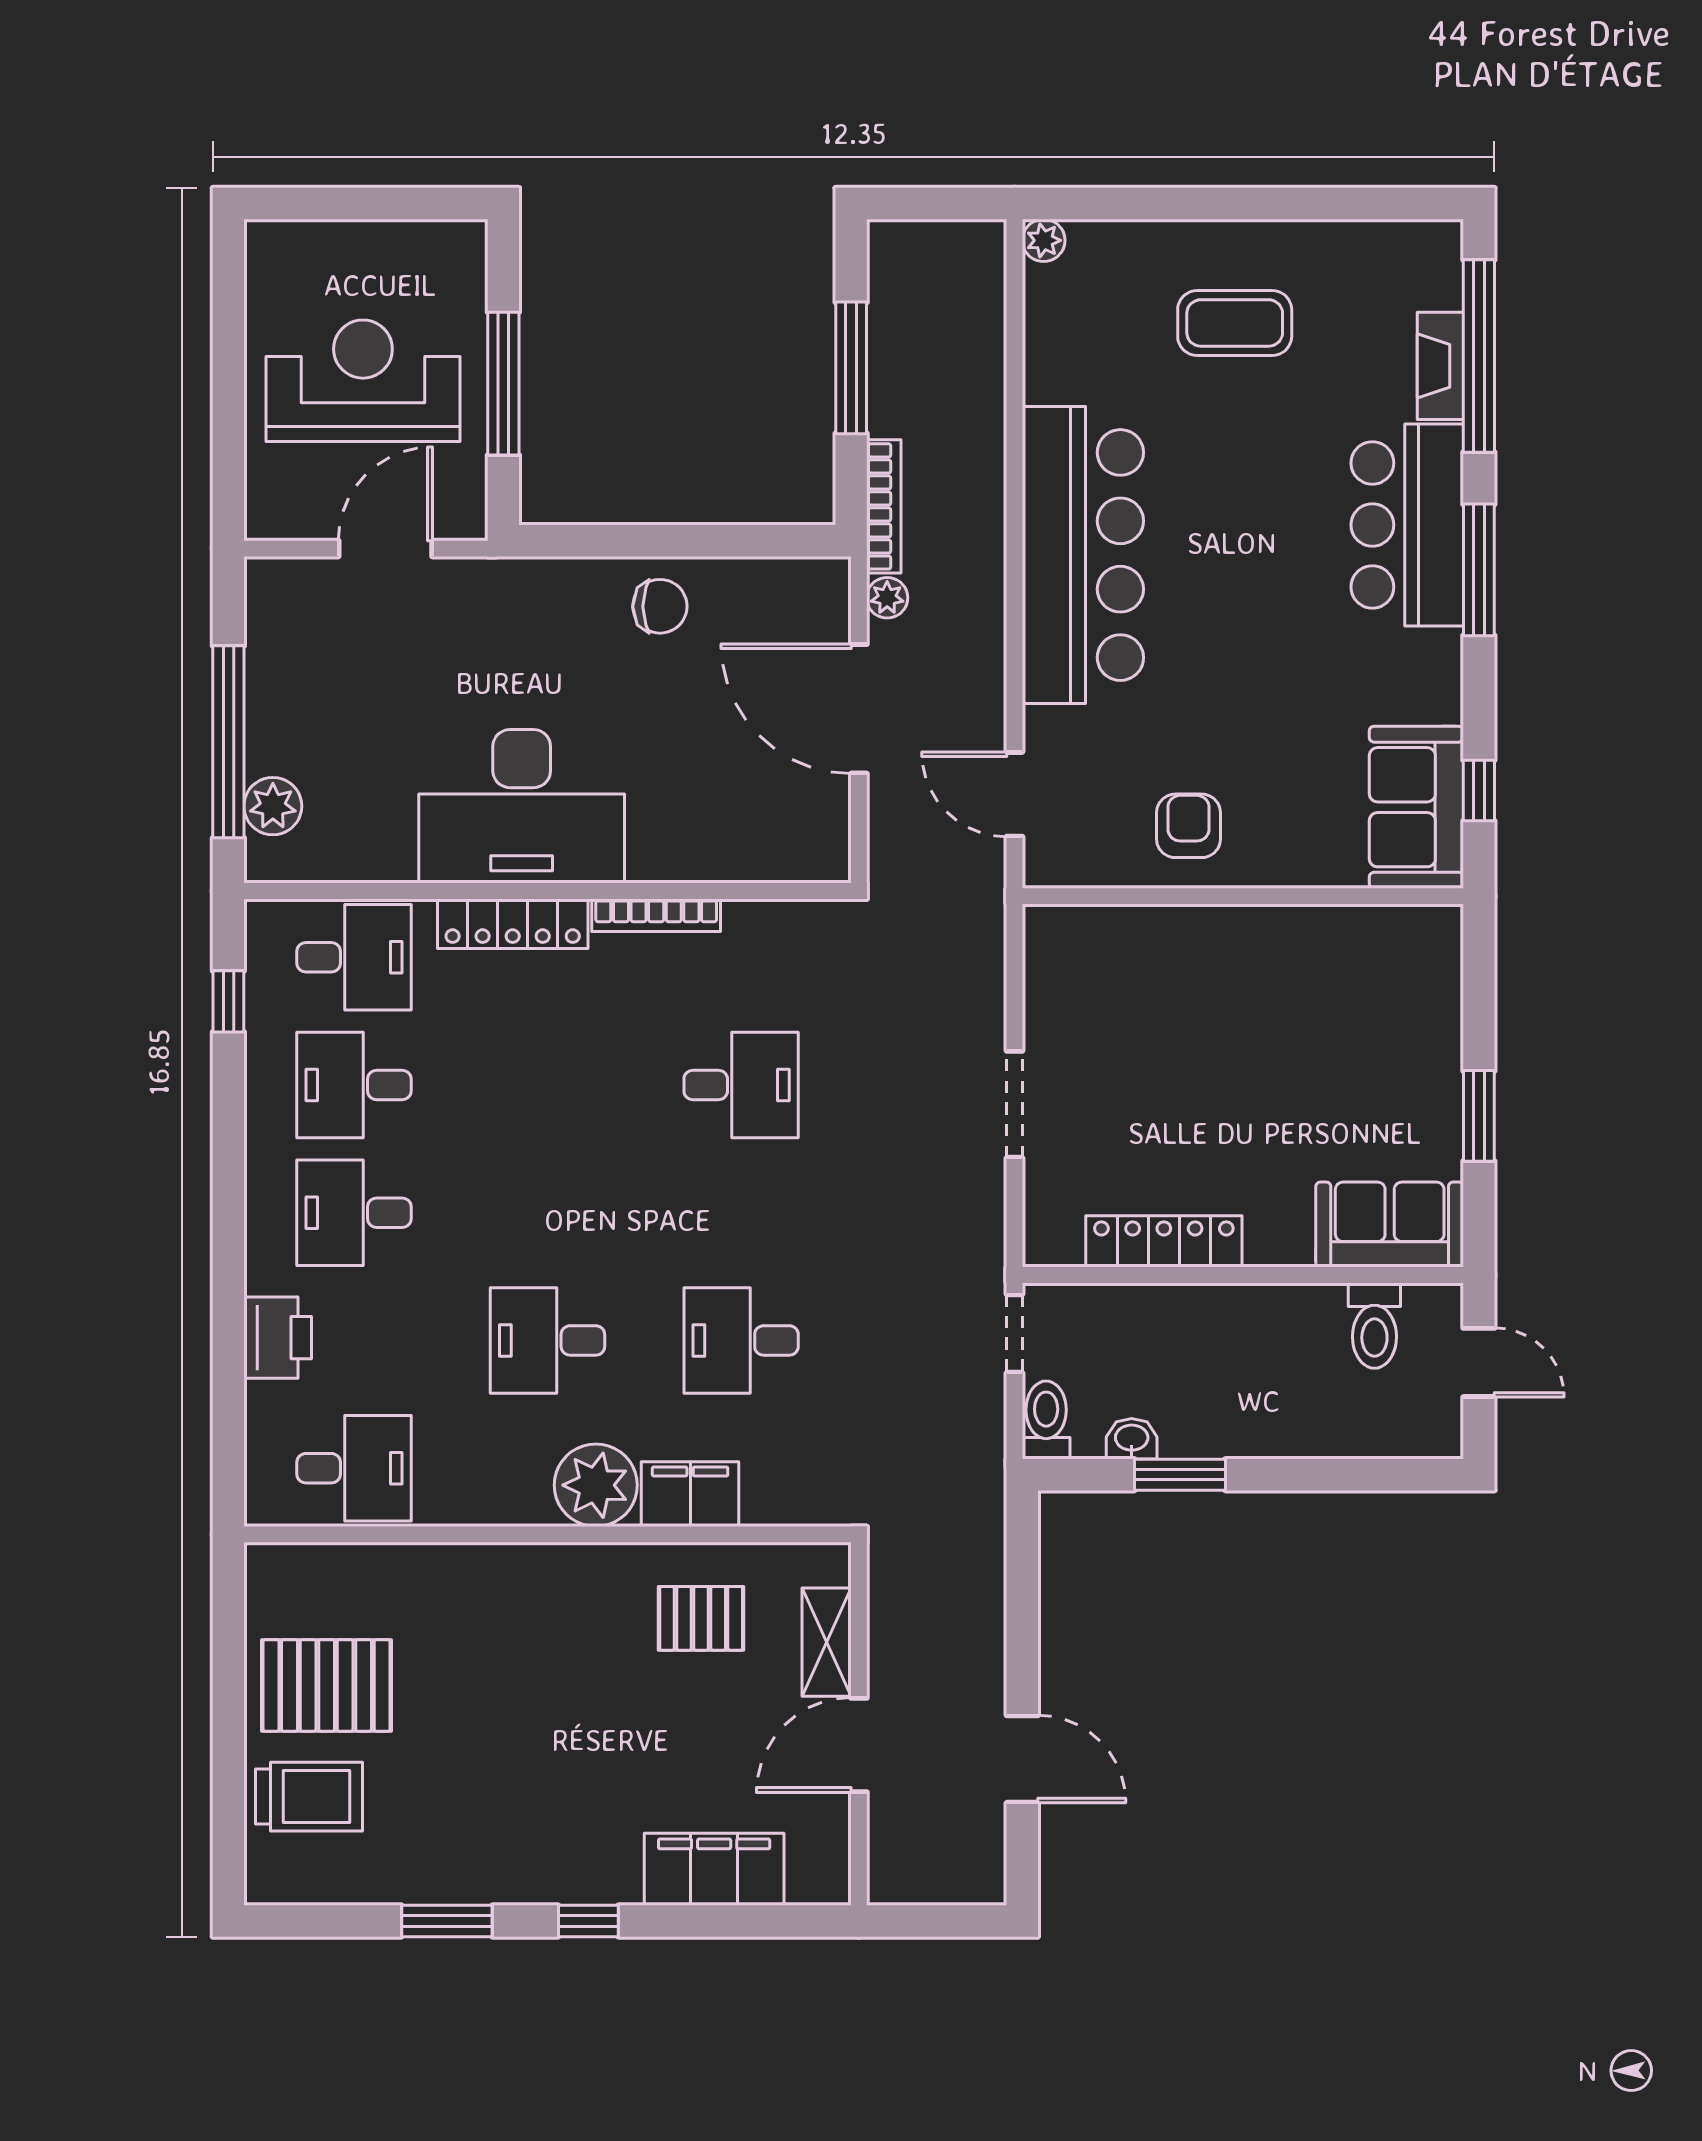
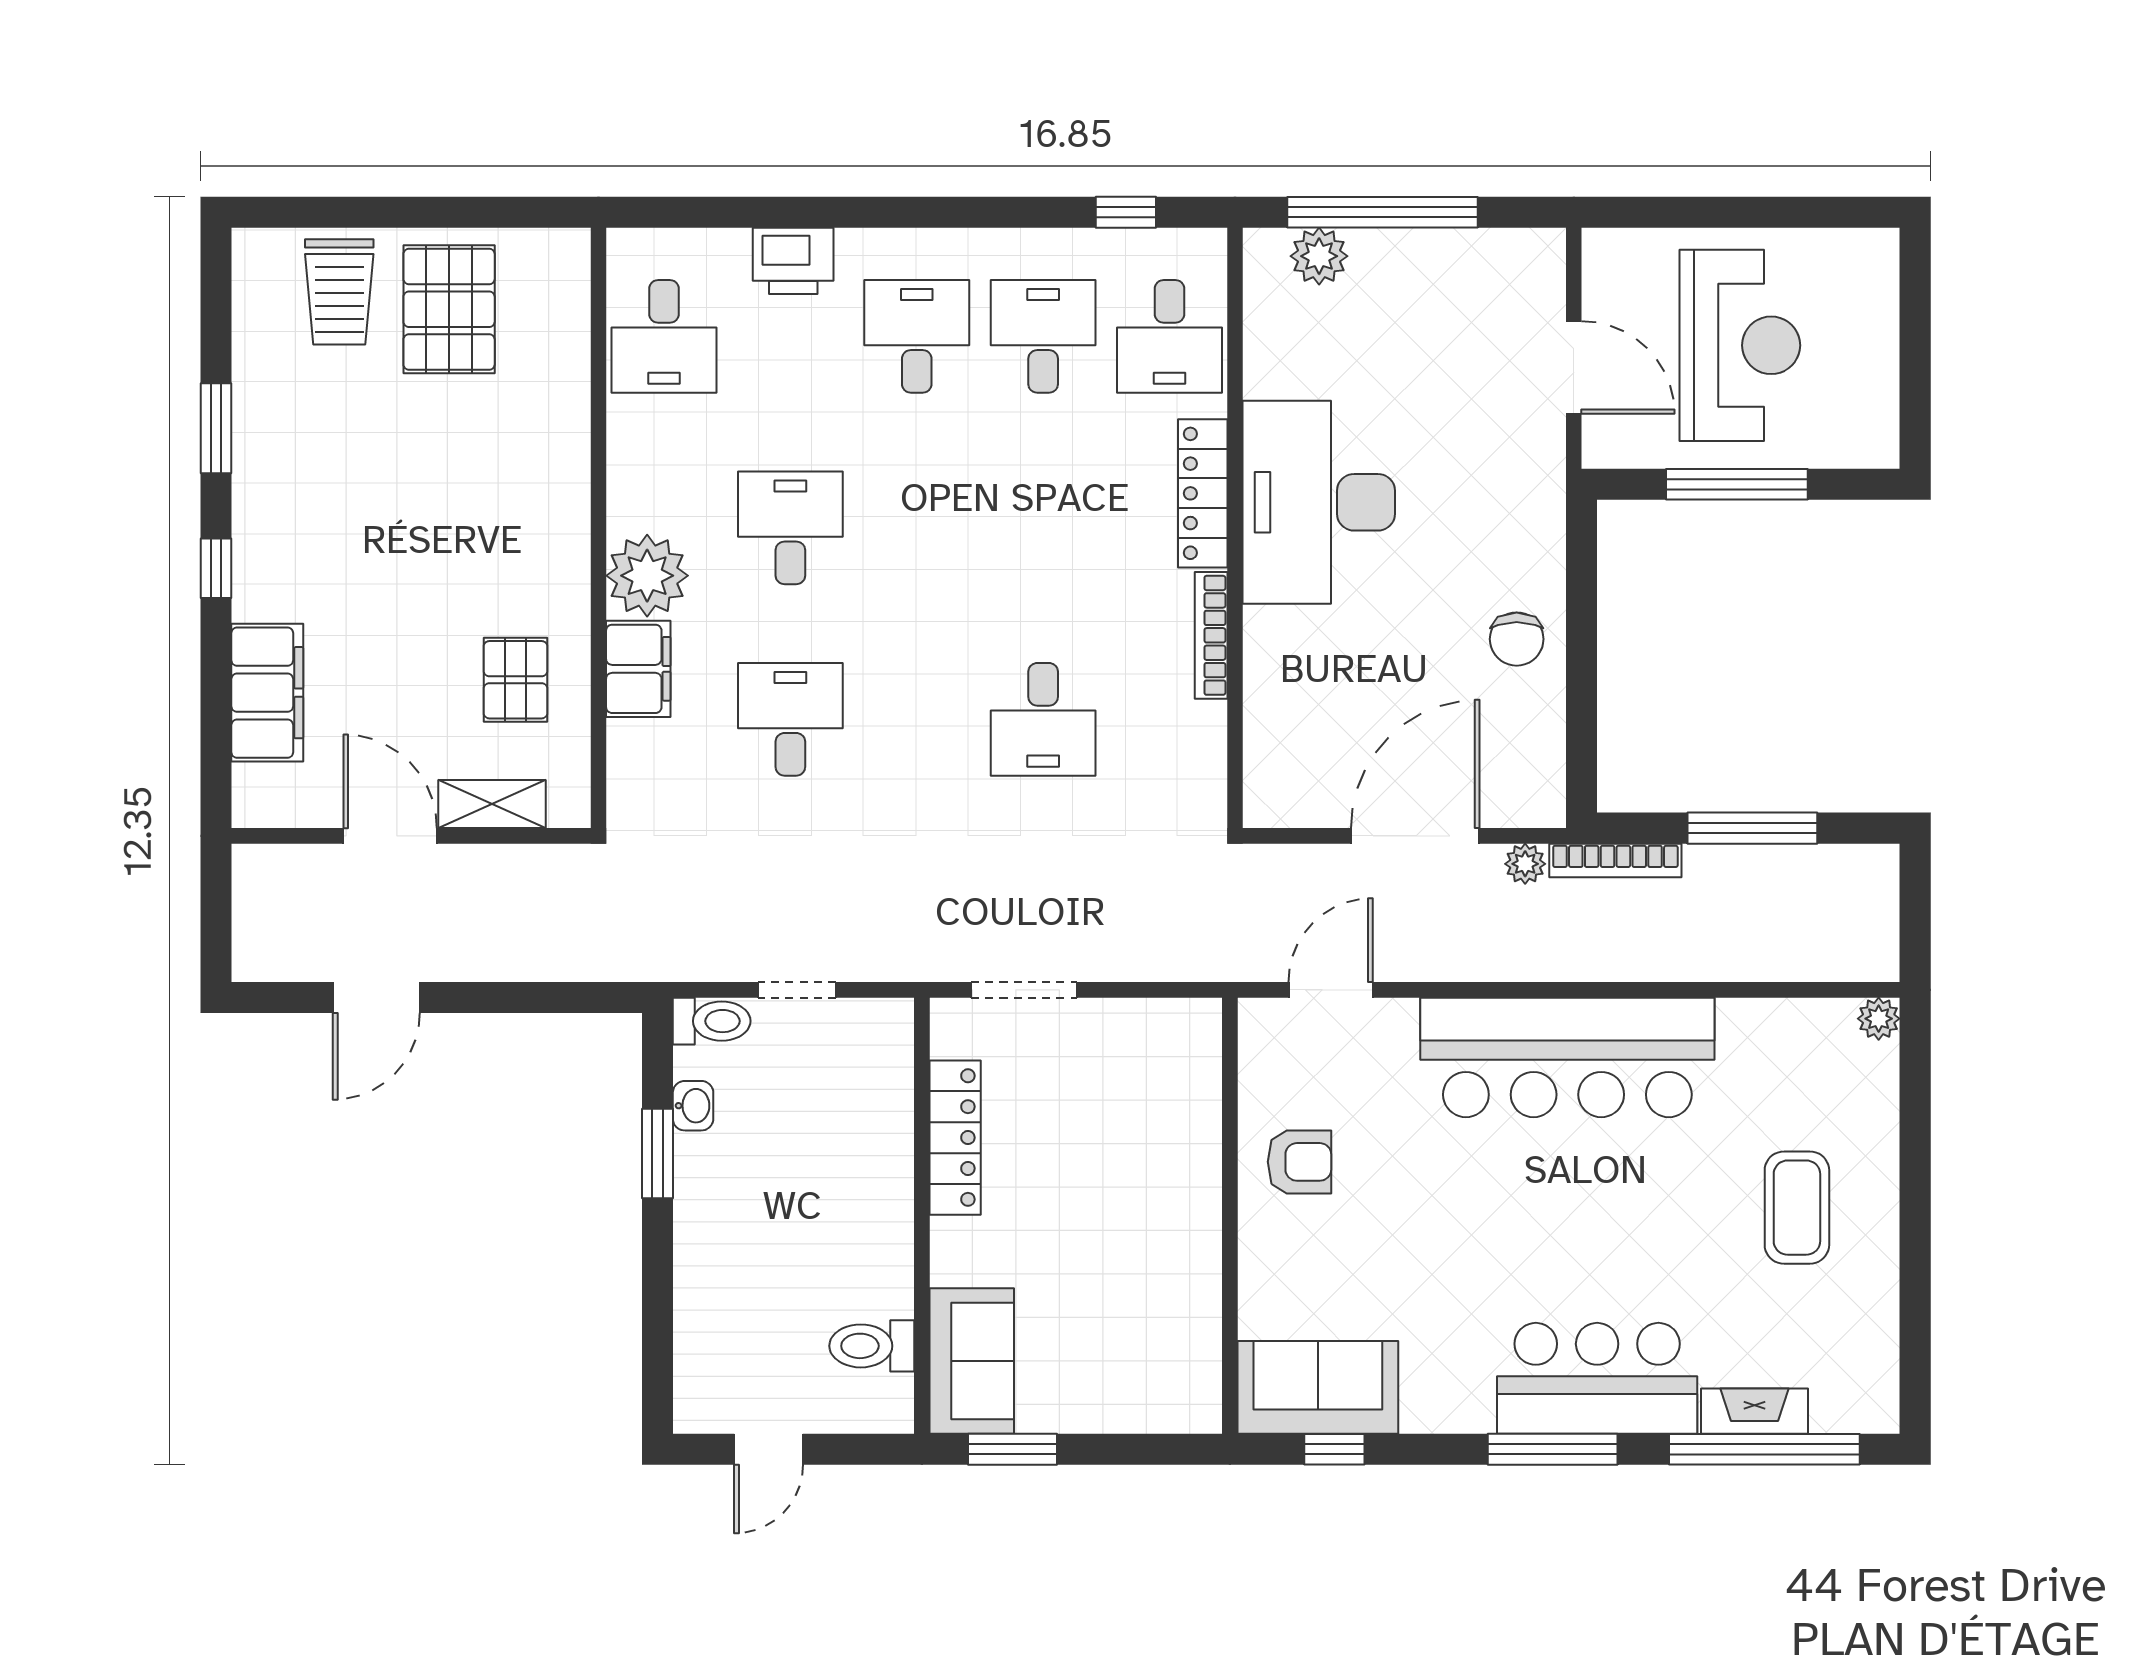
sofa: (1390, 1225) -> (972, 1361), moved
locker: (1164, 1241) -> (955, 1138), moved
wall: (1243, 1275) -> (922, 1216), moved
toilet: (1374, 1326) -> (872, 1346), moved

